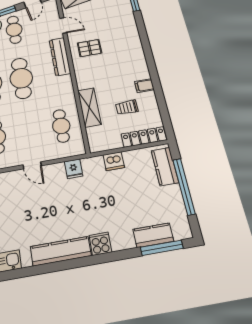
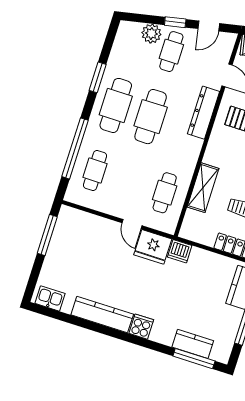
dishwasher: (114, 161) -> (180, 251), moved
door: (32, 165) -> (132, 224), moved
fridge: (74, 169) -> (153, 247), width x1.88, depth x1.34

